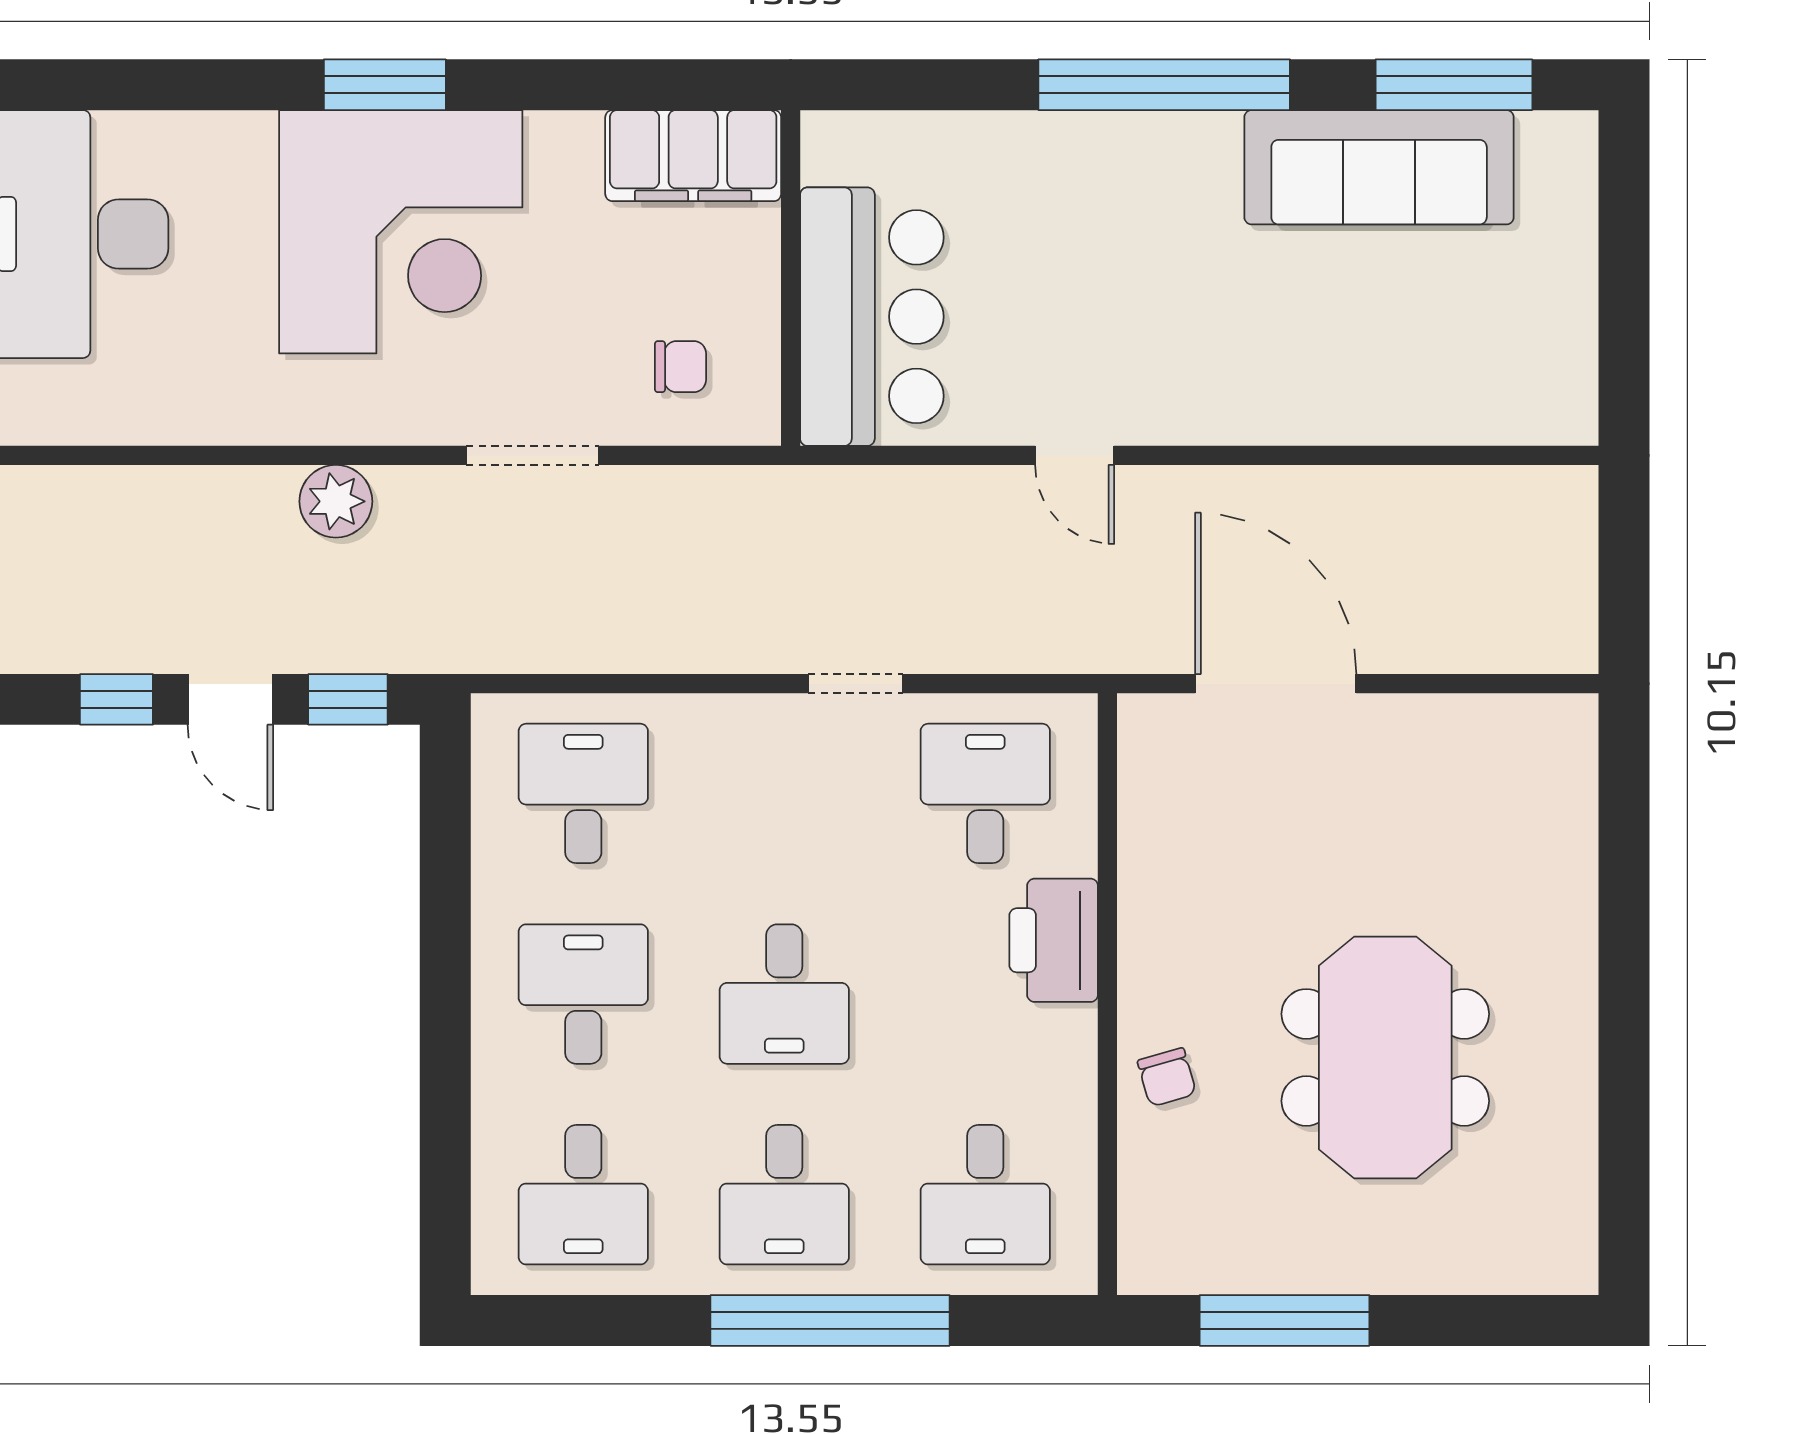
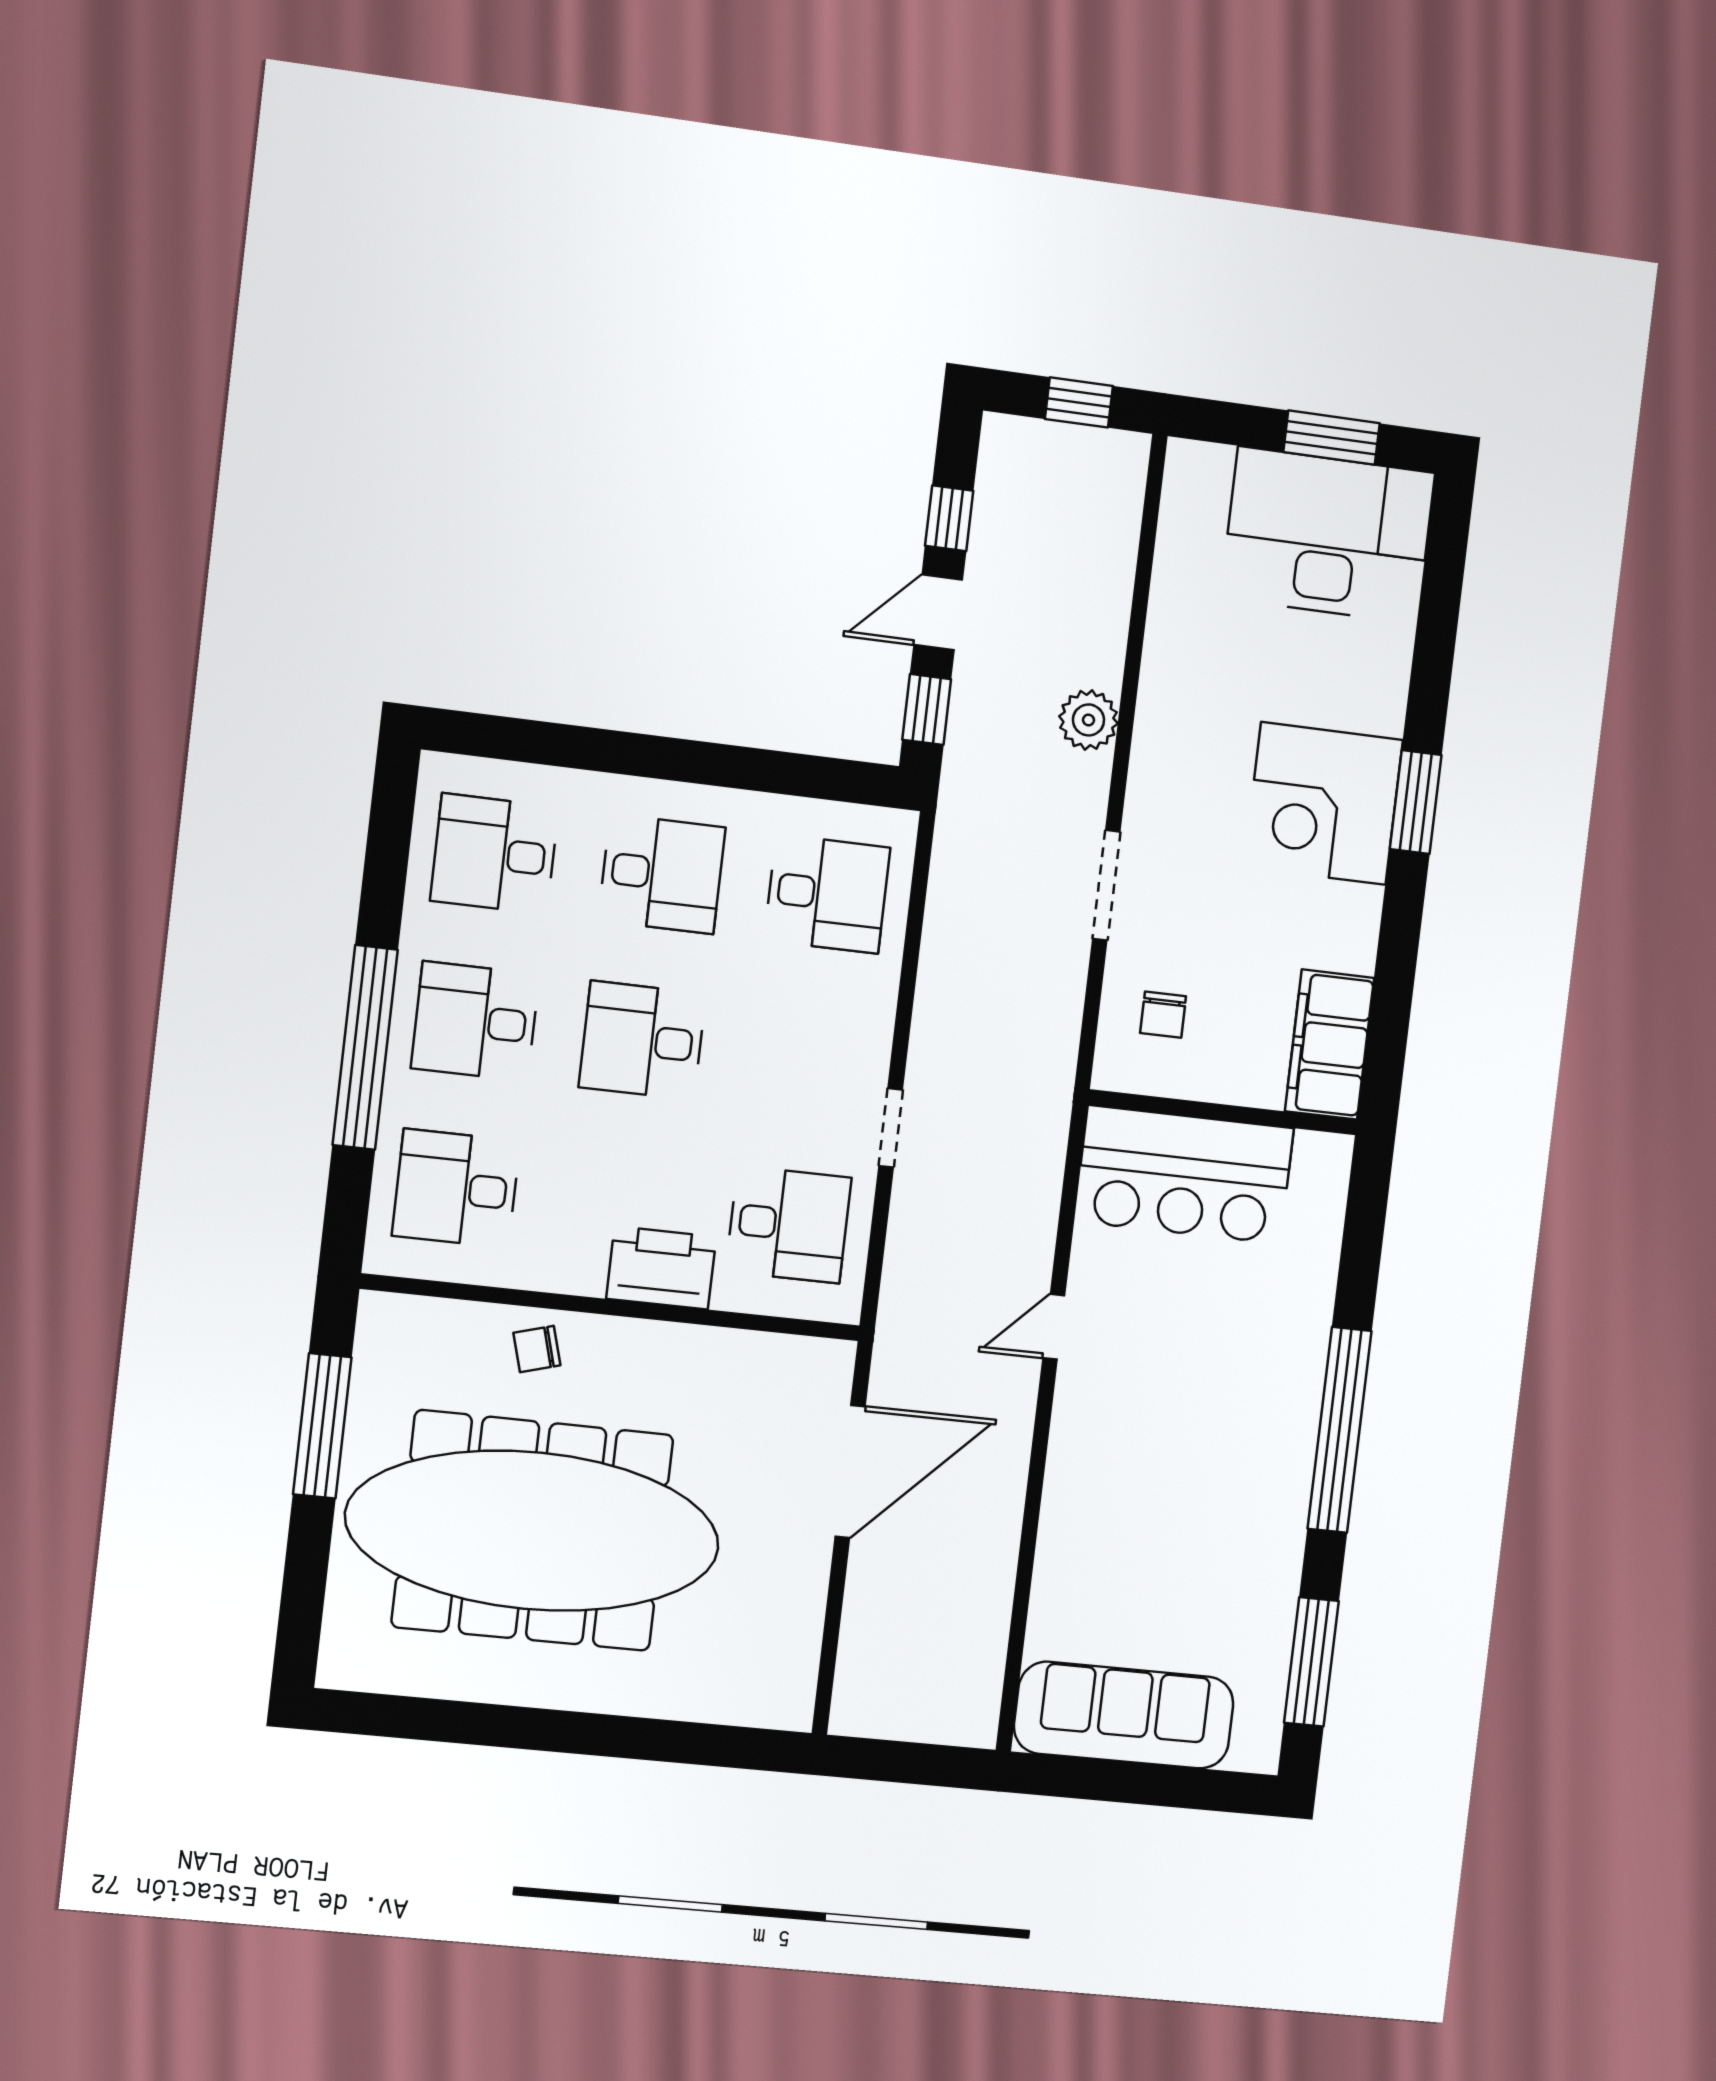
sofa: (1379, 167) -> (1124, 1715), moved, turned 90
corner desk: (401, 232) -> (1323, 803), width x0.74, depth x0.74
meeting table: (1385, 1057) -> (533, 1531), width x1.86, depth x1.27

